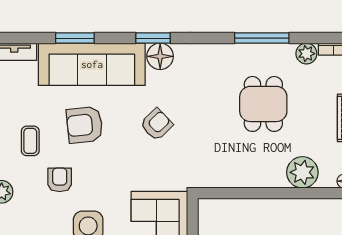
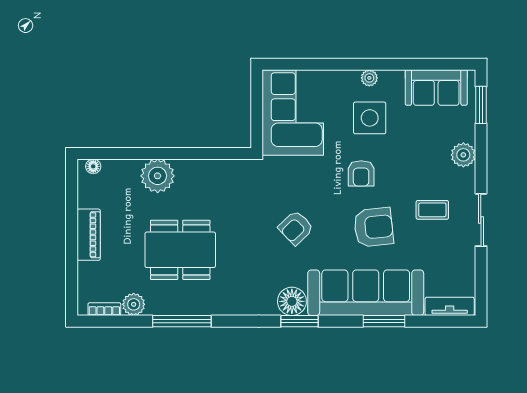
dining table: (263, 104) -> (180, 250), width x1.38
coffee table: (30, 141) -> (432, 210), turned 90
plant: (302, 172) -> (158, 176), moved
armchair: (60, 180) -> (361, 173), moved

